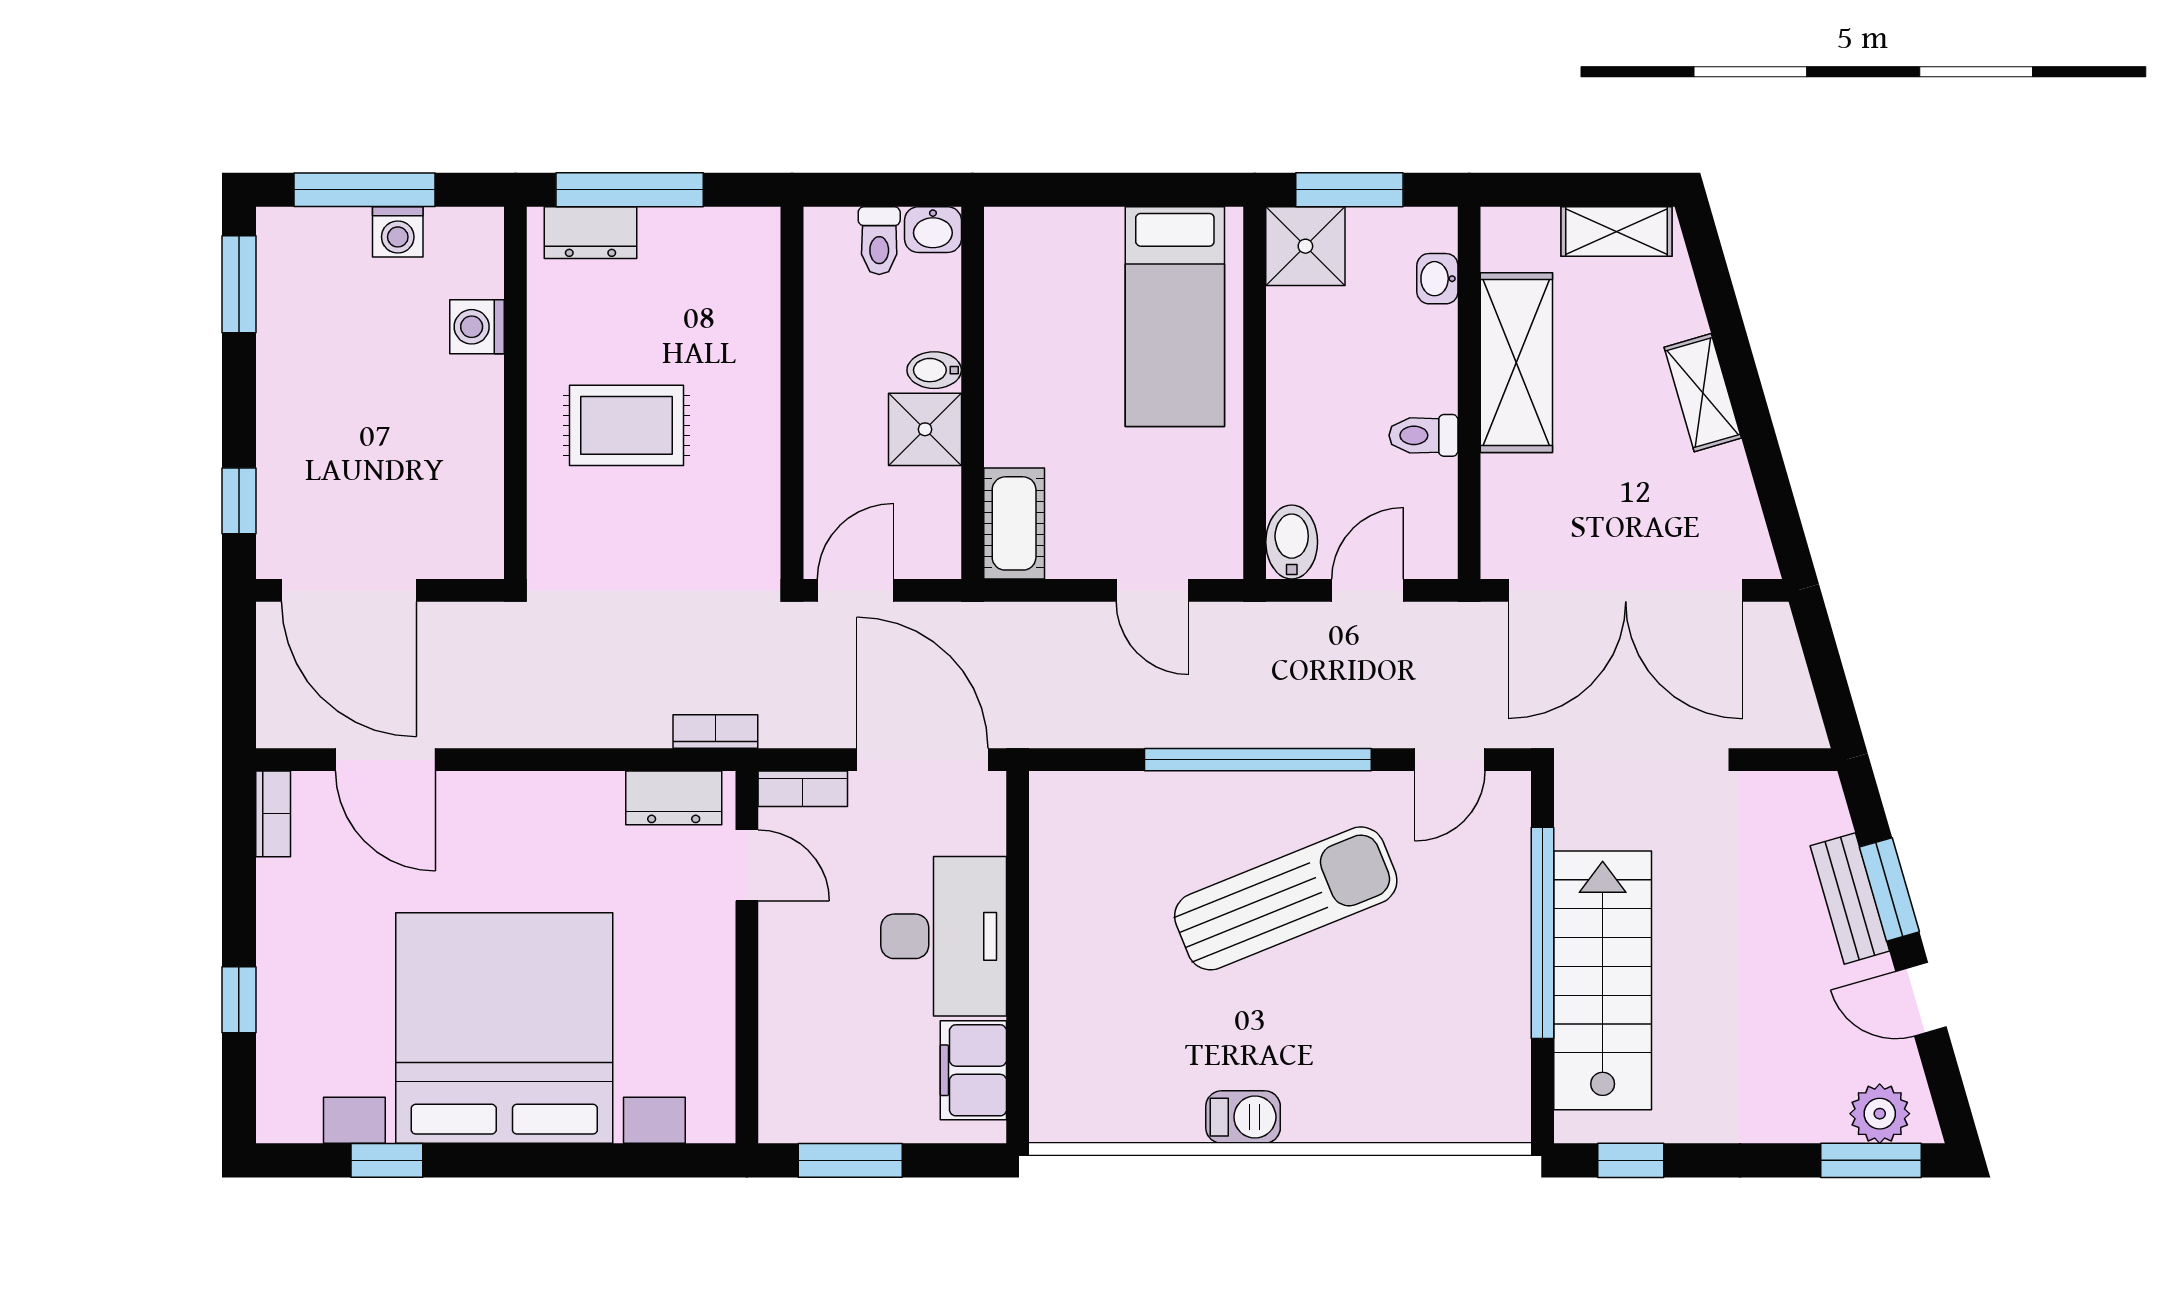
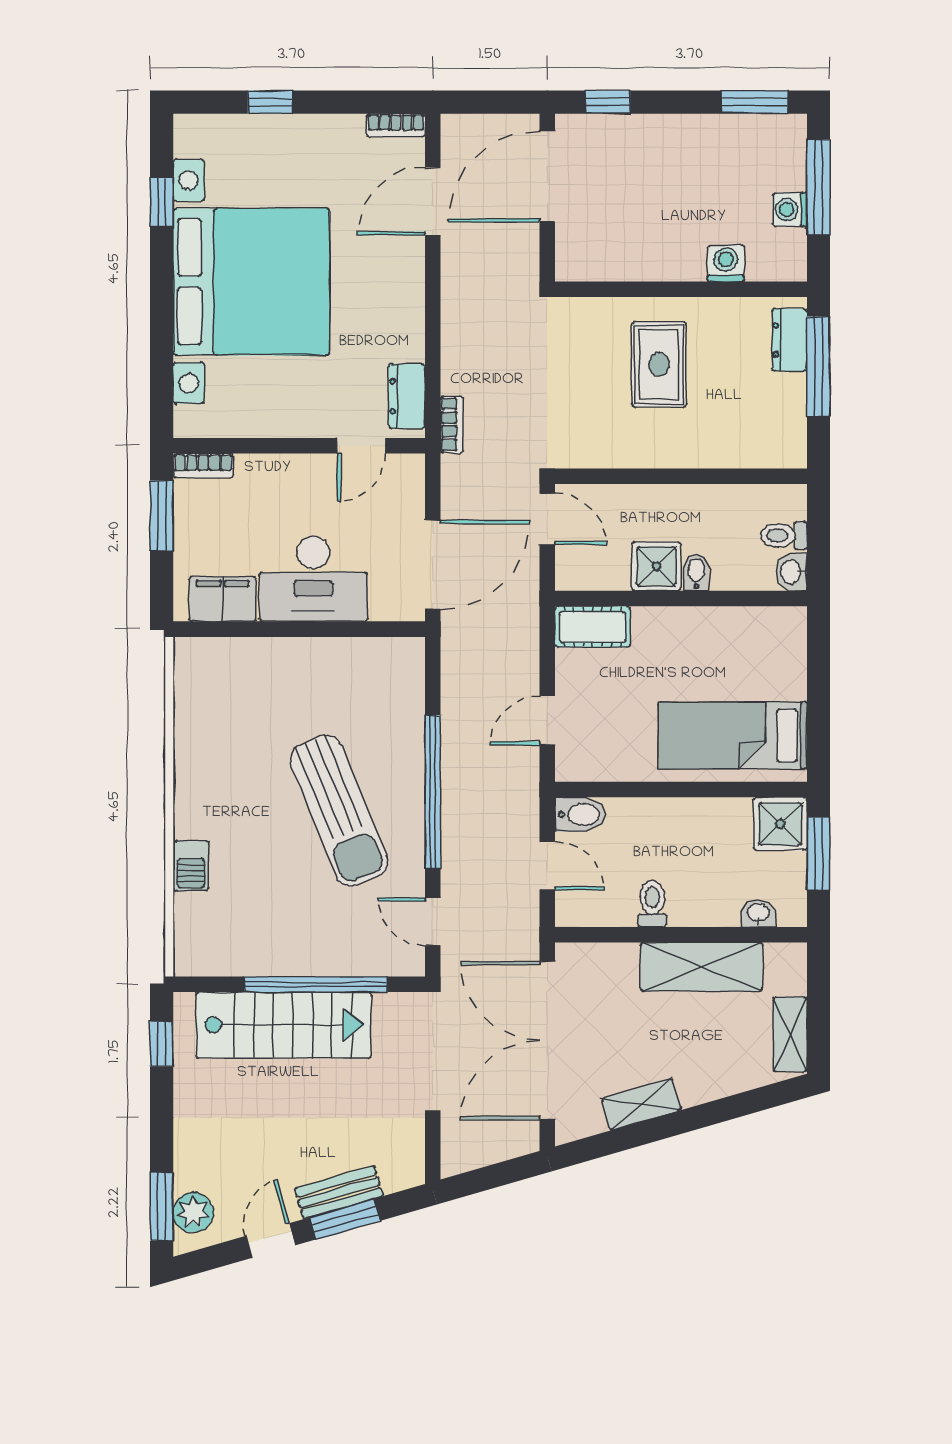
shelving: (1703, 393) -> (641, 1104), moved
bookcase: (803, 789) -> (203, 465), moved, turned -90
barbecue: (1243, 1117) -> (191, 866), moved

